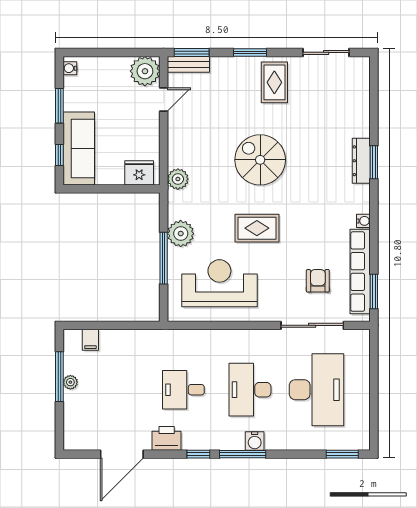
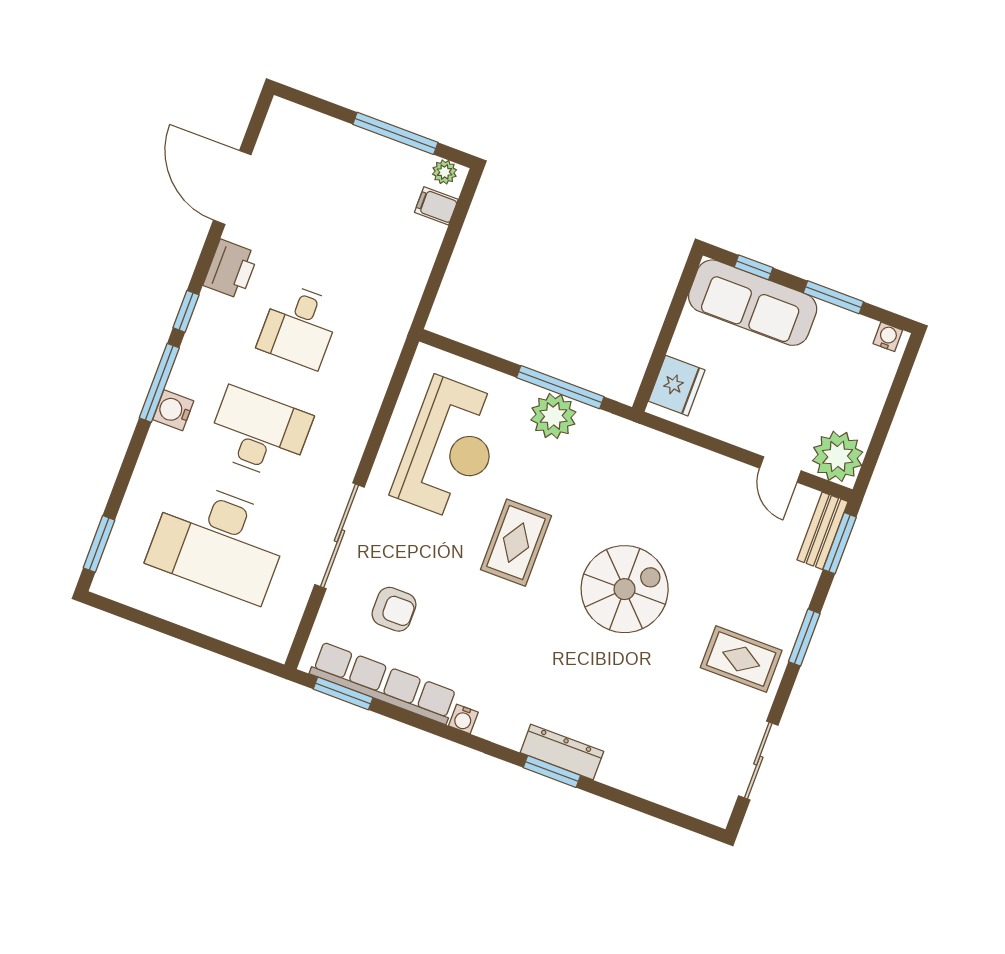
plant: (178, 179) -> (643, 444), removed
window: (164, 258) -> (560, 387), moved
sliding door: (312, 325) -> (340, 536), moved
plant: (70, 382) -> (445, 172), moved
desk: (183, 390) -> (299, 326), turned 180

